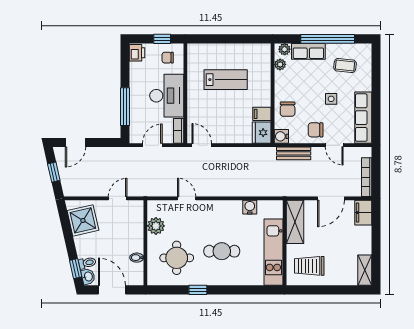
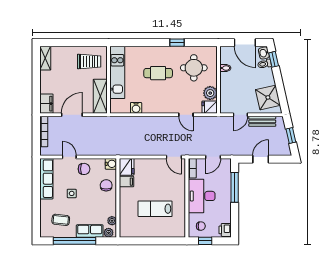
door: (75, 142) -> (261, 159), moved
bench: (294, 153) -> (262, 121), moved
fridge: (157, 208) -> (210, 107), added

